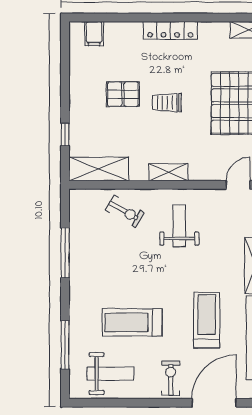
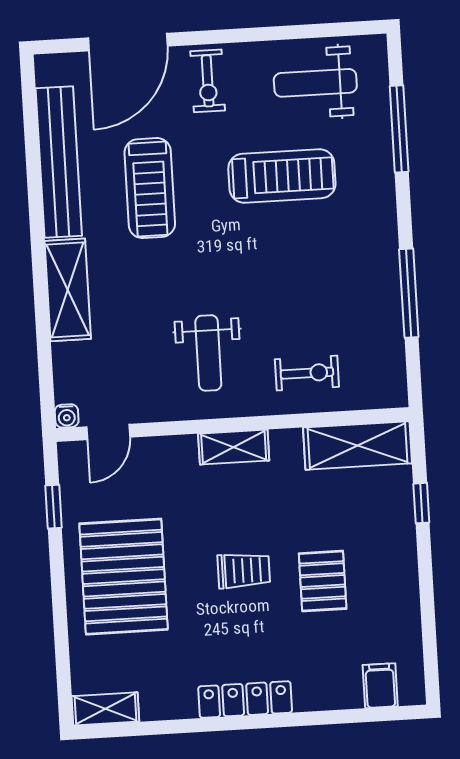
pallet: (123, 94) -> (323, 581), turned 90
exercise bike: (125, 211) -> (307, 373), turned 150

